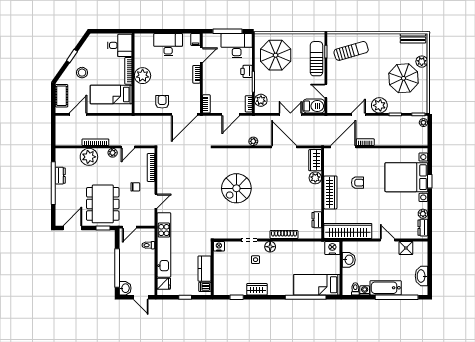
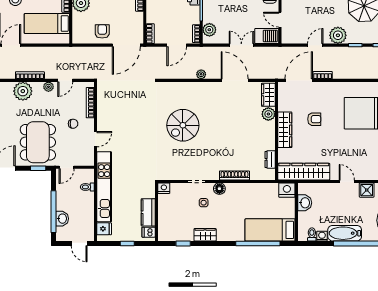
washbasin: (125, 288) -> (62, 219), moved

